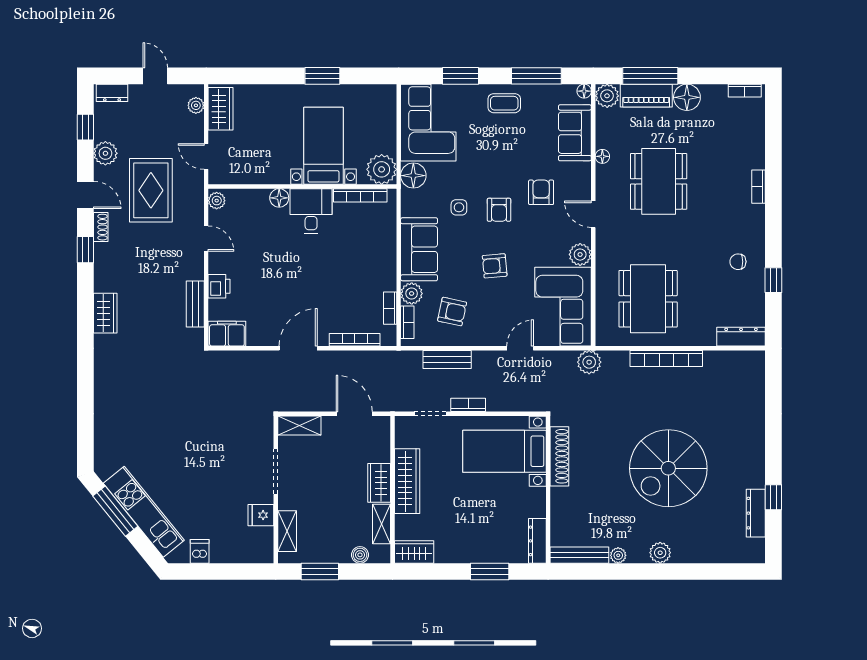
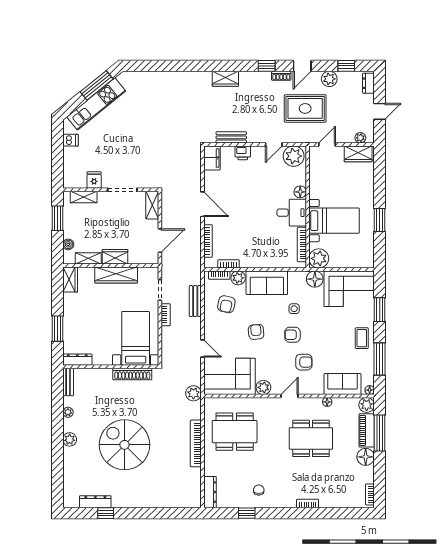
plant: (217, 201) -> (294, 156), width x1.88, depth x1.88
bench: (579, 555) -> (68, 382), width x0.73

